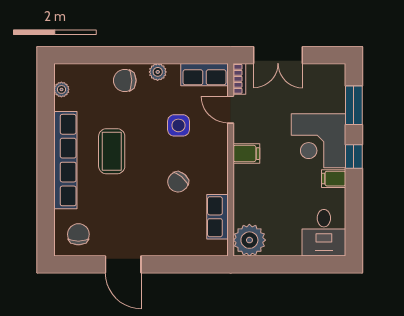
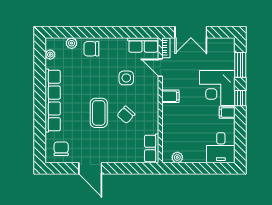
plant: (158, 72) -> (72, 43), moved
coffee table: (112, 151) -> (99, 113), moved
row of seats: (217, 217) -> (152, 148), moved
plant: (249, 240) -> (177, 157), width x0.53, depth x0.53

